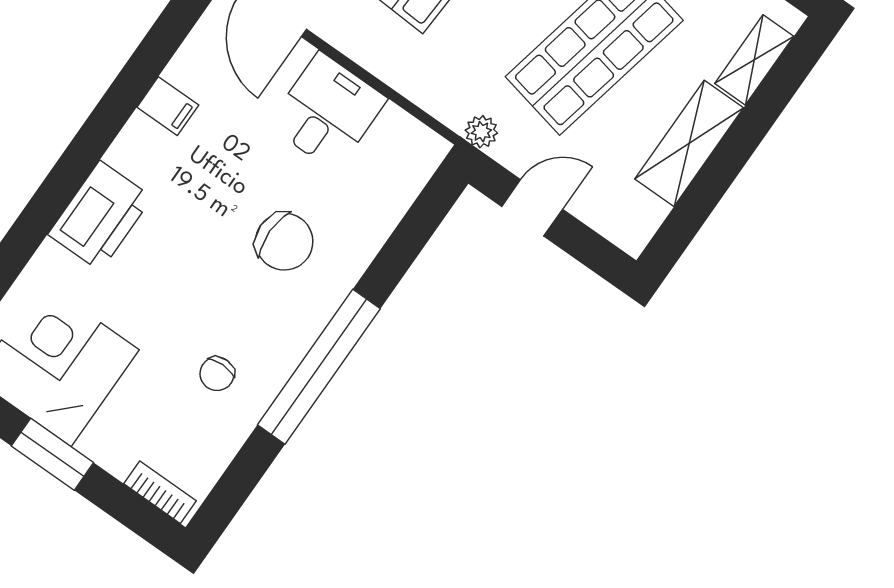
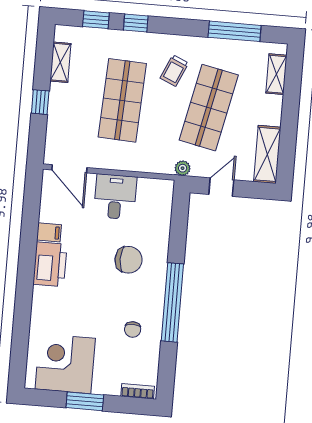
shelving: (689, 143) -> (267, 154), moved
printer: (100, 216) -> (50, 264), moved

